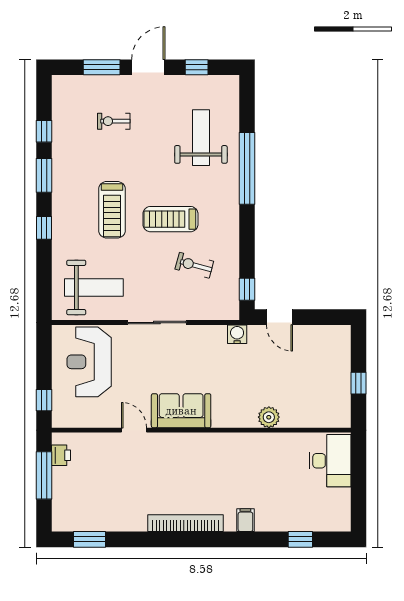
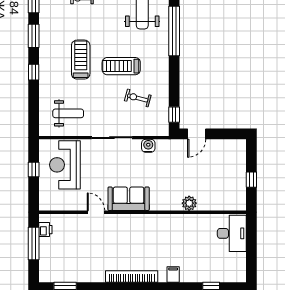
treadmill: (112, 210) -> (81, 60), turned 180
weight bench: (94, 287) -> (68, 113), width x0.73, depth x0.75
door: (279, 317) -> (197, 134), hinge flipped
water cooler: (237, 334) -> (148, 146), moved
window: (44, 400) -> (34, 170), moved

